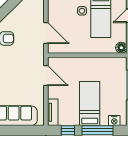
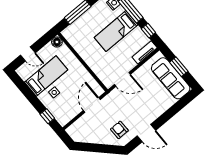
door: (46, 76) -> (122, 79), swing flipped
window: (18, 130) -> (179, 67), added

